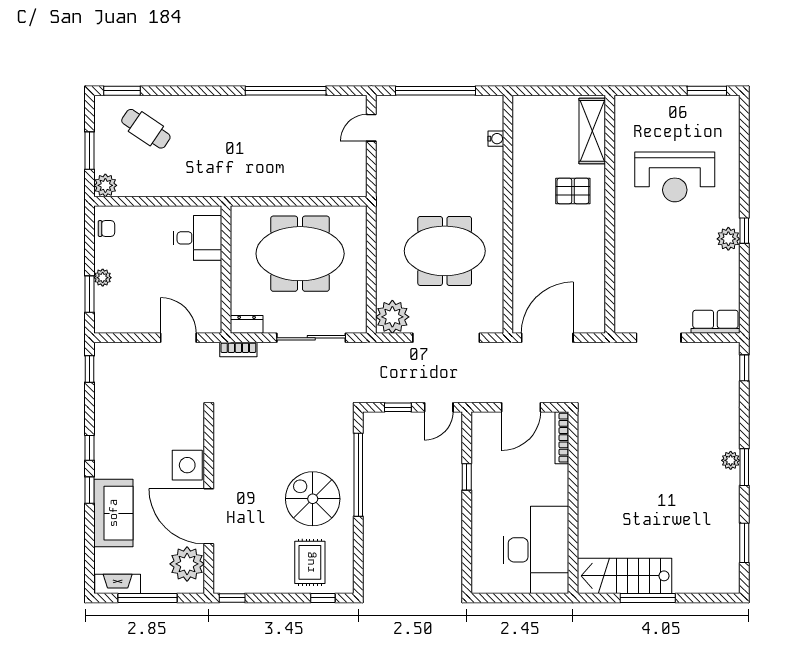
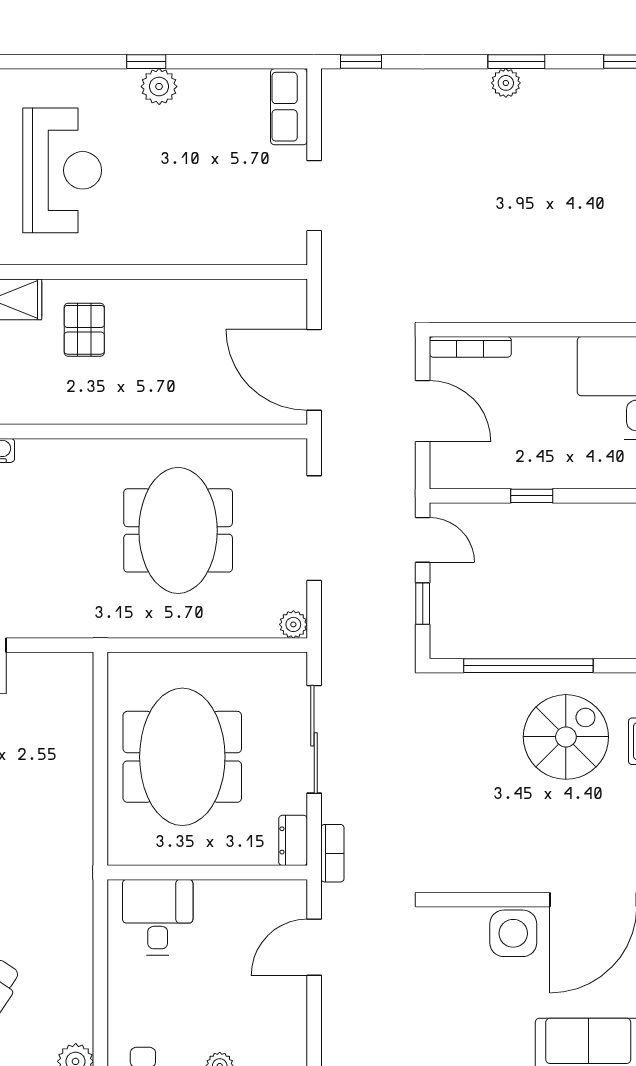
plant: (392, 317) -> (293, 624), width x0.53, depth x0.53
spiral stairs: (313, 499) -> (566, 737), turned 180

